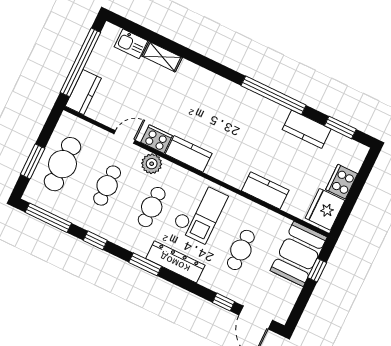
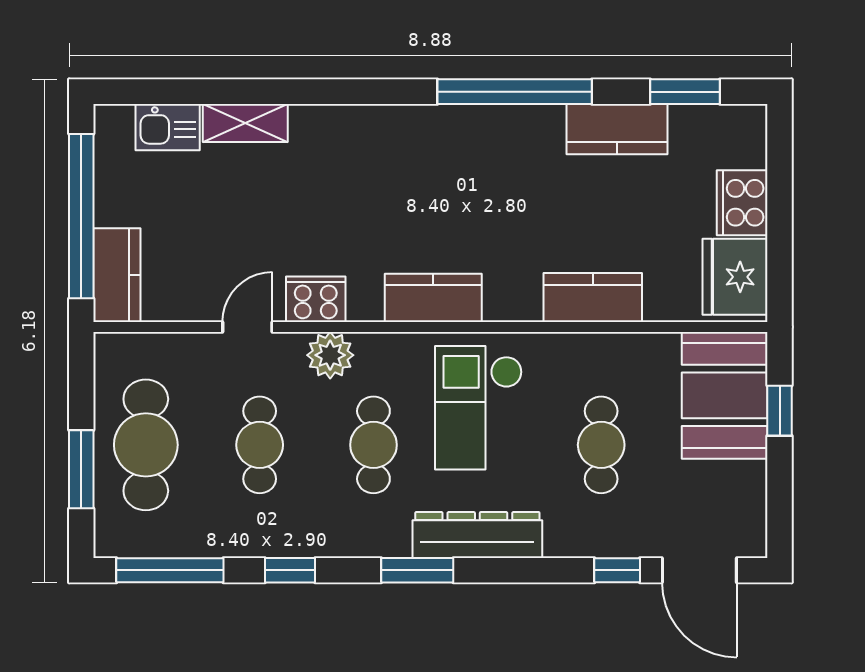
kitchen counter: (189, 154) -> (433, 298), moved
checkout: (200, 212) -> (479, 408), turned 180

